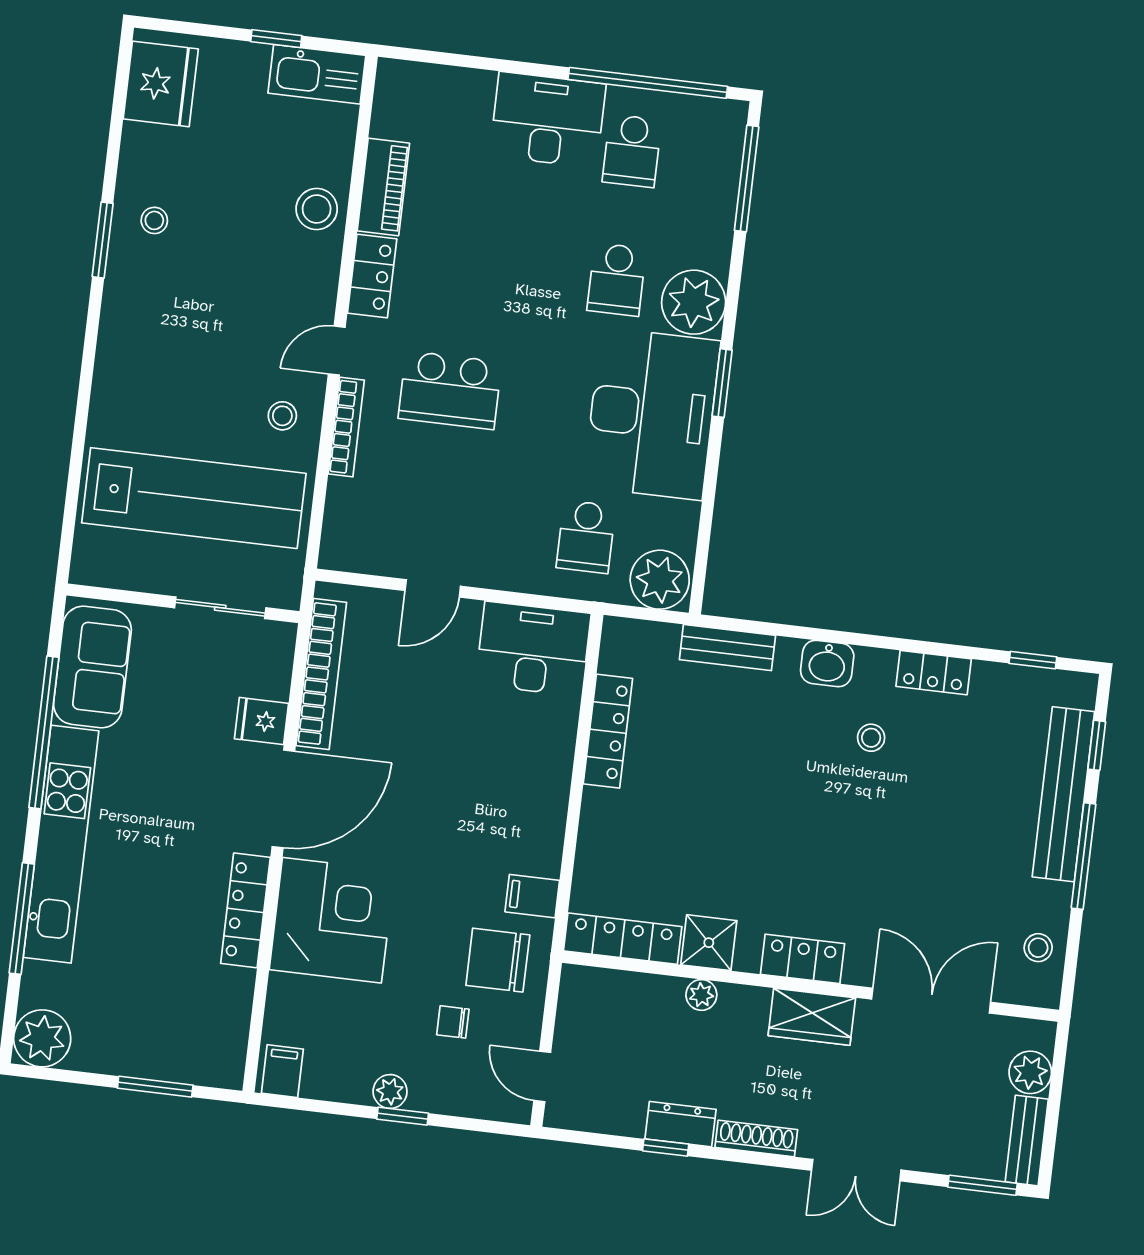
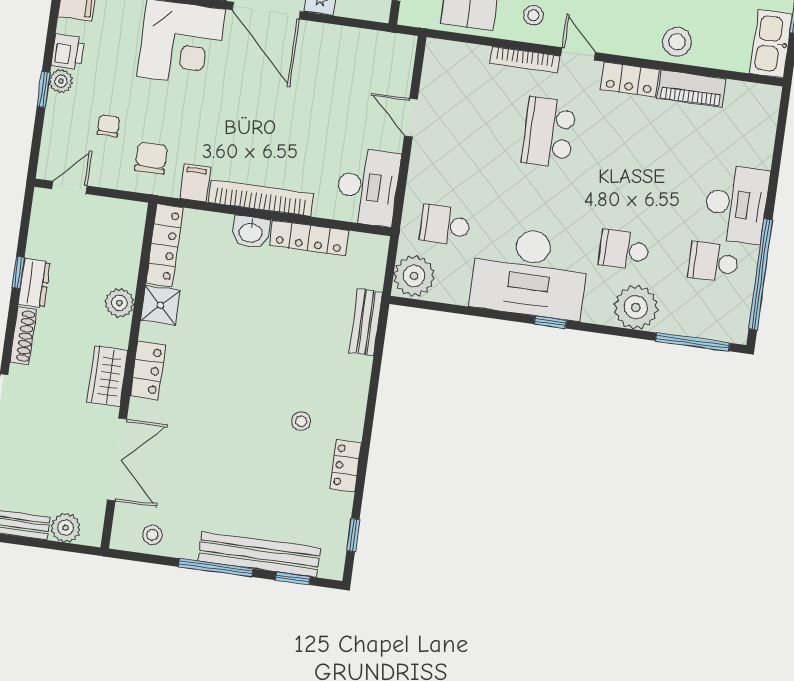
plant: (694, 302) -> (636, 307), moved
window: (722, 383) -> (550, 322), width x0.67
washbasin: (827, 663) -> (251, 232), moved, turned -90
bookcase: (321, 674) -> (261, 198), moved, turned 180
chair: (498, 960) -> (151, 158), width x0.73, depth x0.73
plant: (701, 995) -> (119, 303), width x1.38, depth x1.38
printer: (348, 1082) -> (68, 52), added

